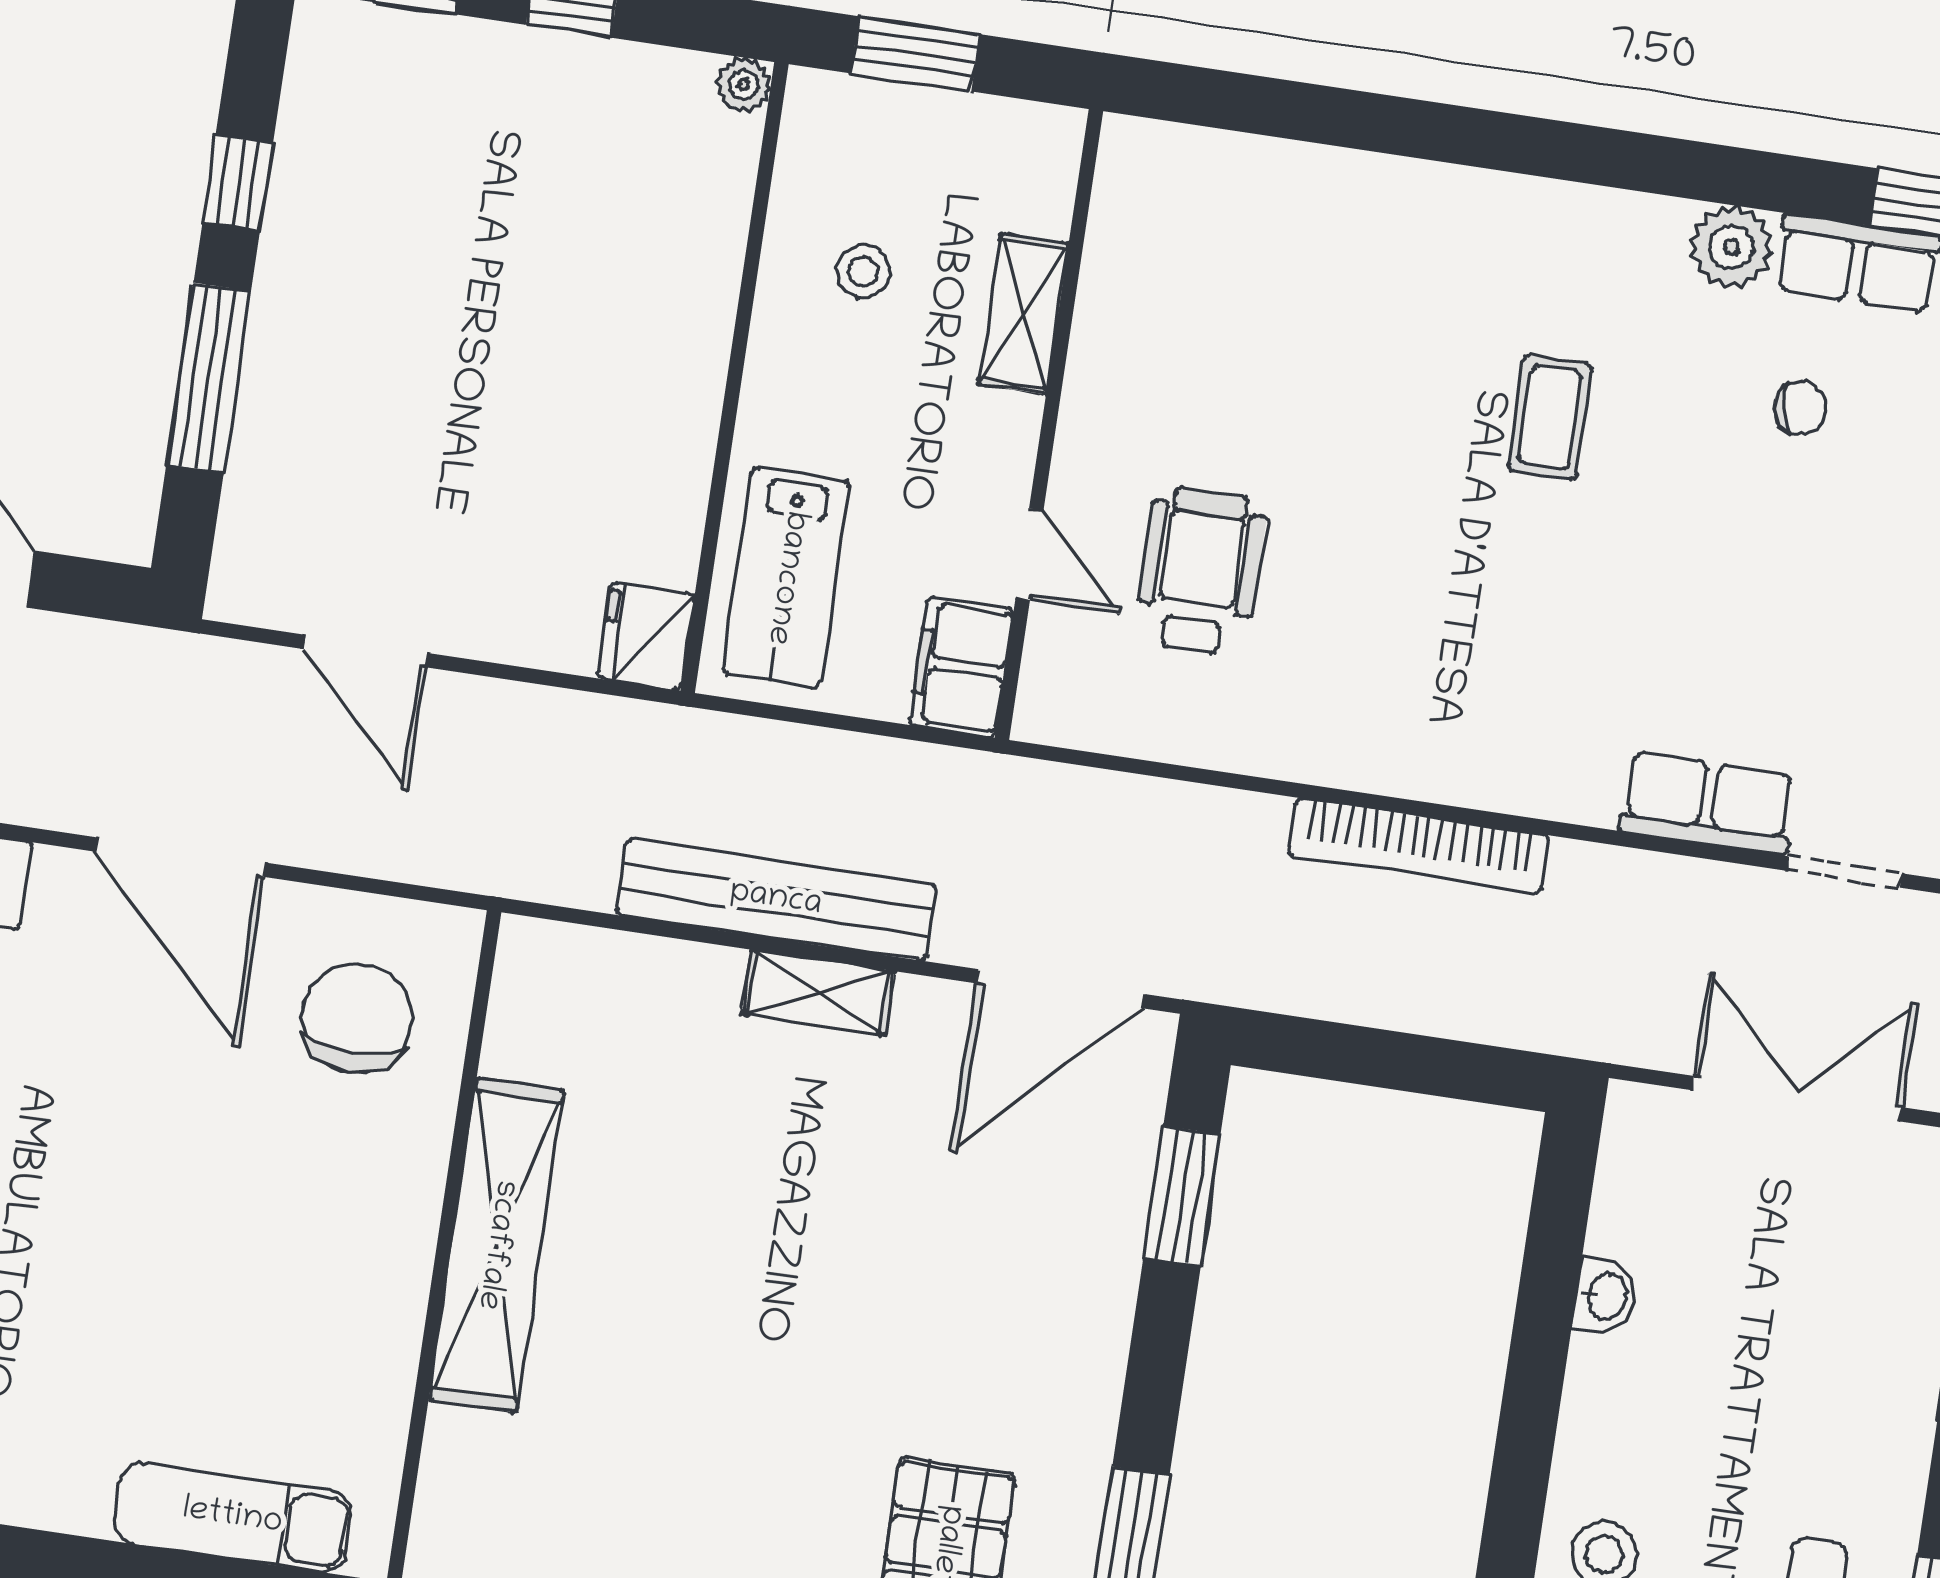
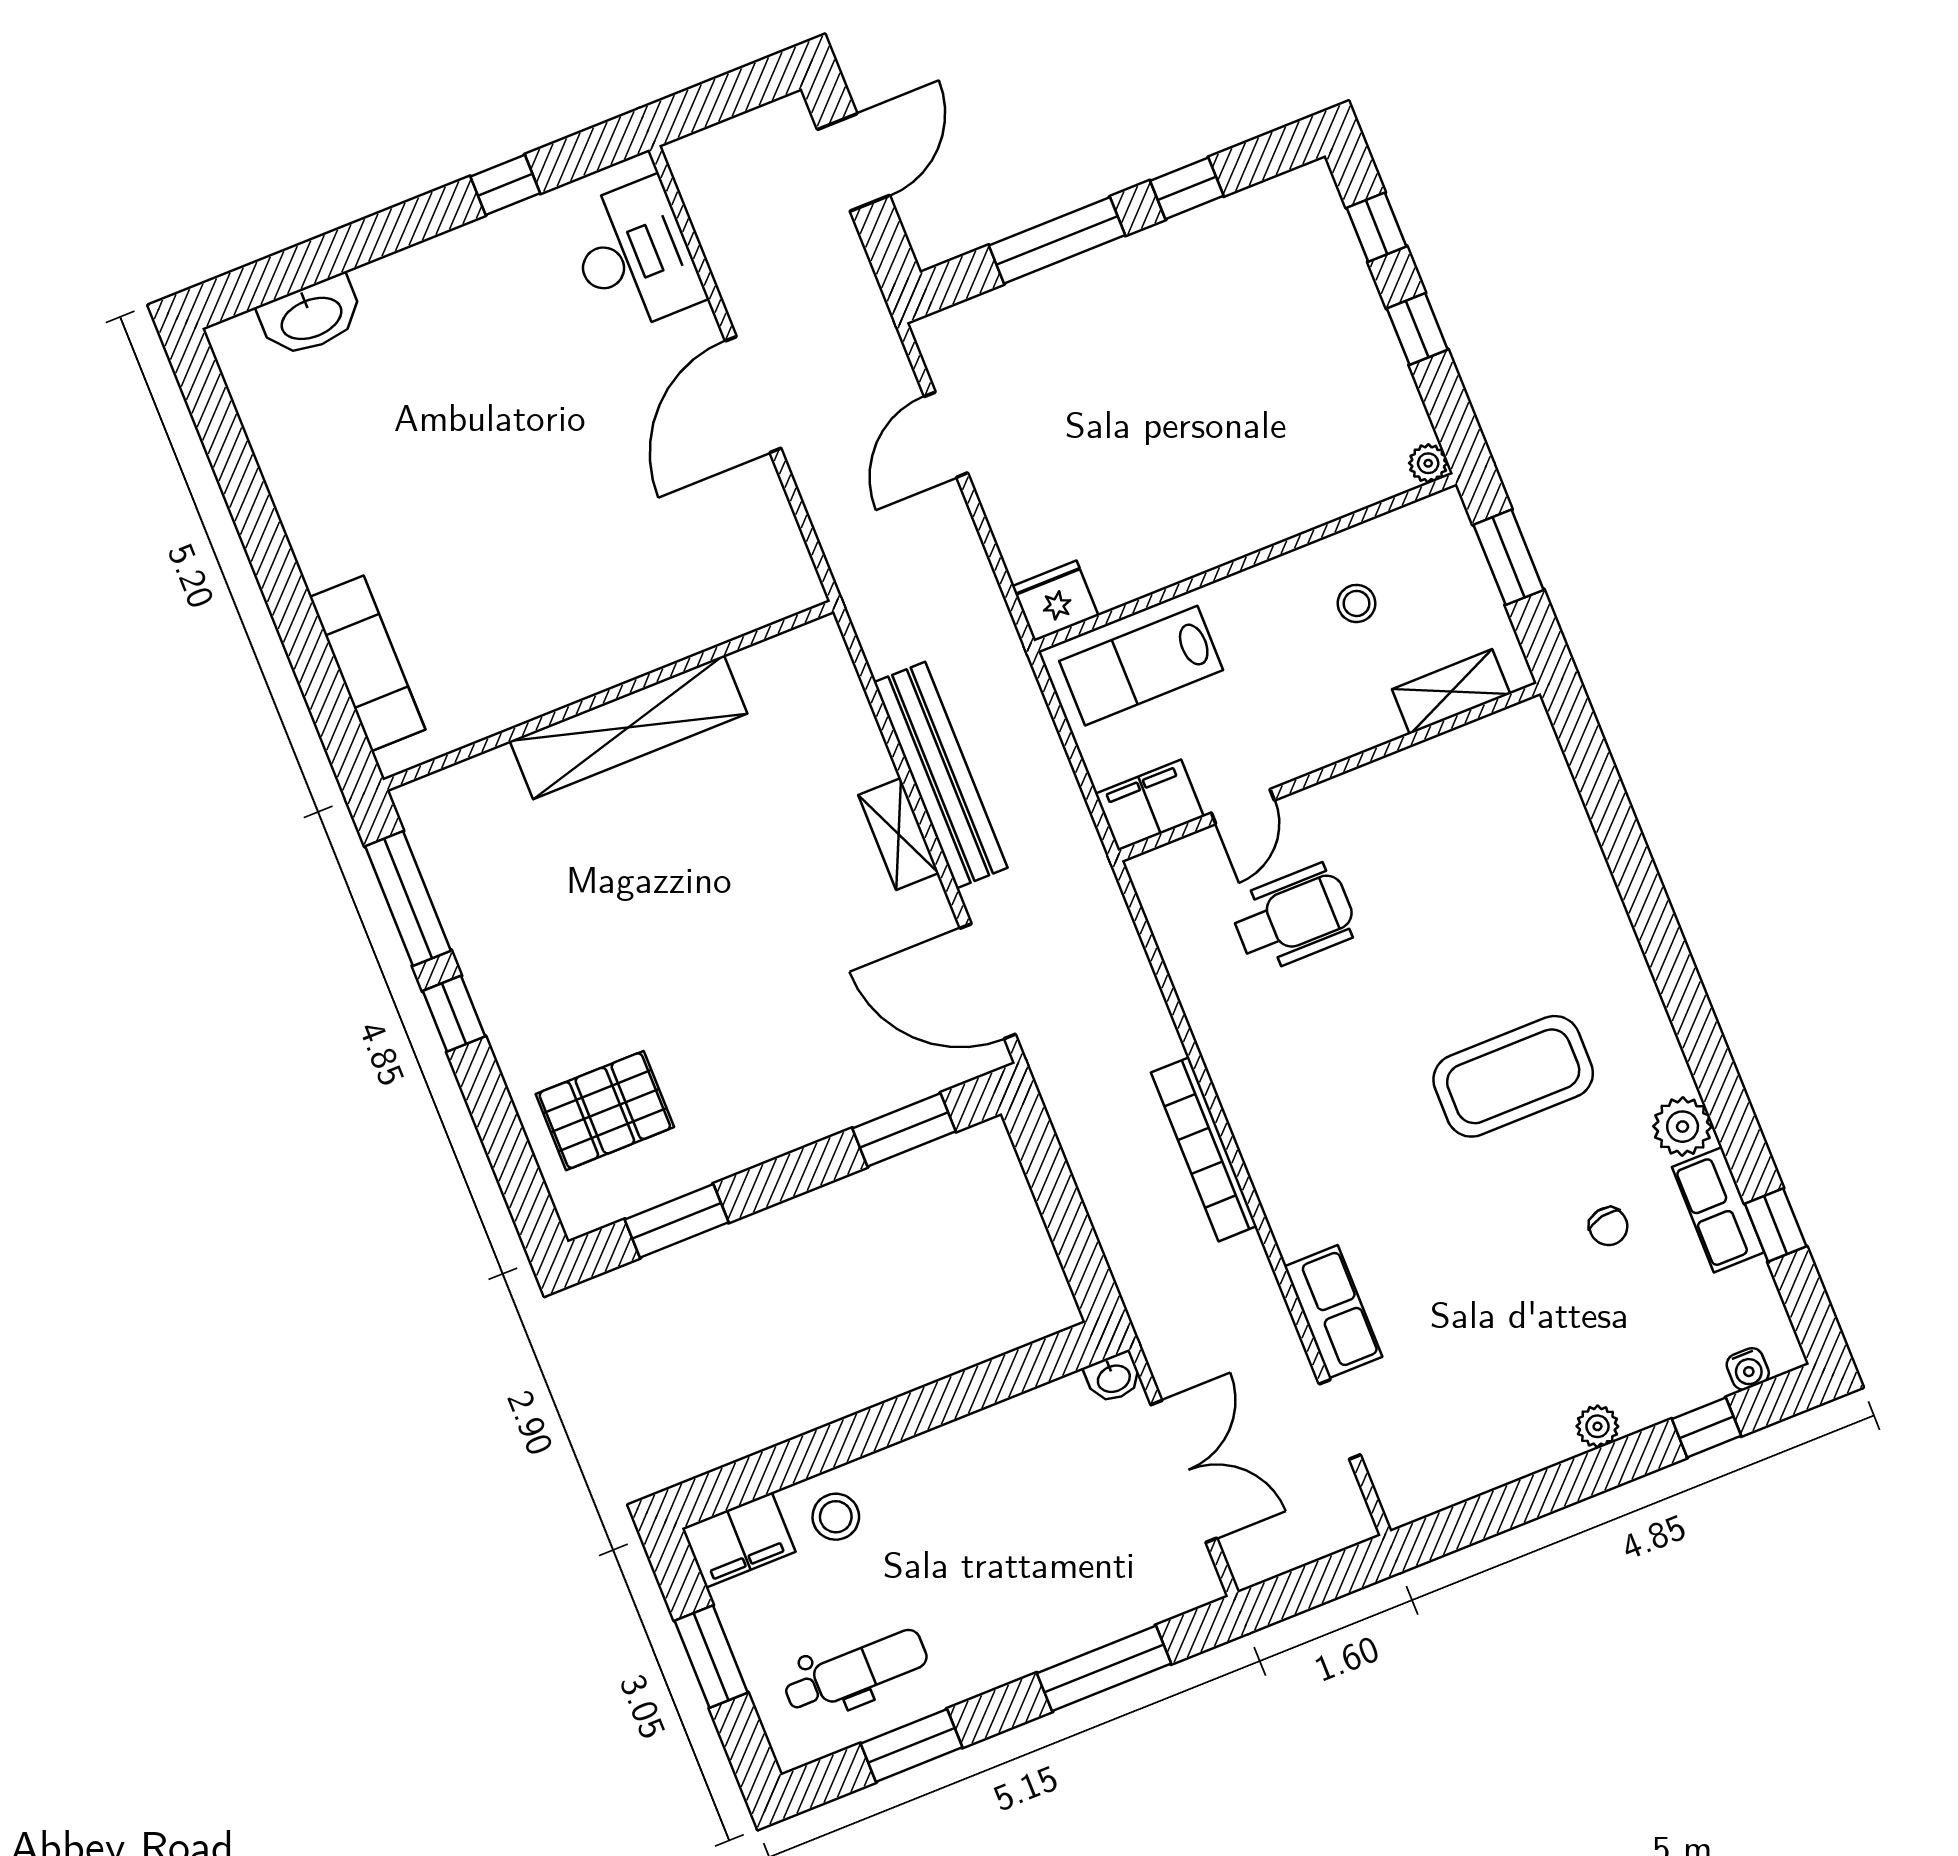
shelving: (1024, 314) -> (1451, 692), moved
coffee table: (1550, 417) -> (1513, 1076), width x1.86, depth x1.72
chair: (357, 1018) -> (718, 561), removed
washbasin: (1605, 1296) -> (1113, 1378), moved

